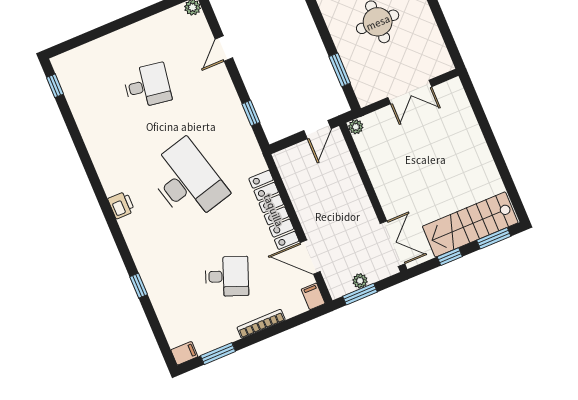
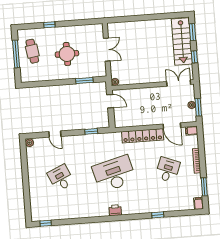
desk: (147, 86) -> (61, 178), turned -33
door: (310, 257) -> (172, 126), hinge flipped

